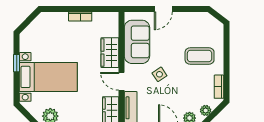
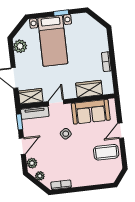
door: (163, 9) -> (121, 131), hinge flipped
wardrobe: (110, 53) -> (89, 89), moved
coffee table: (200, 56) -> (106, 152), moved, turned 90

